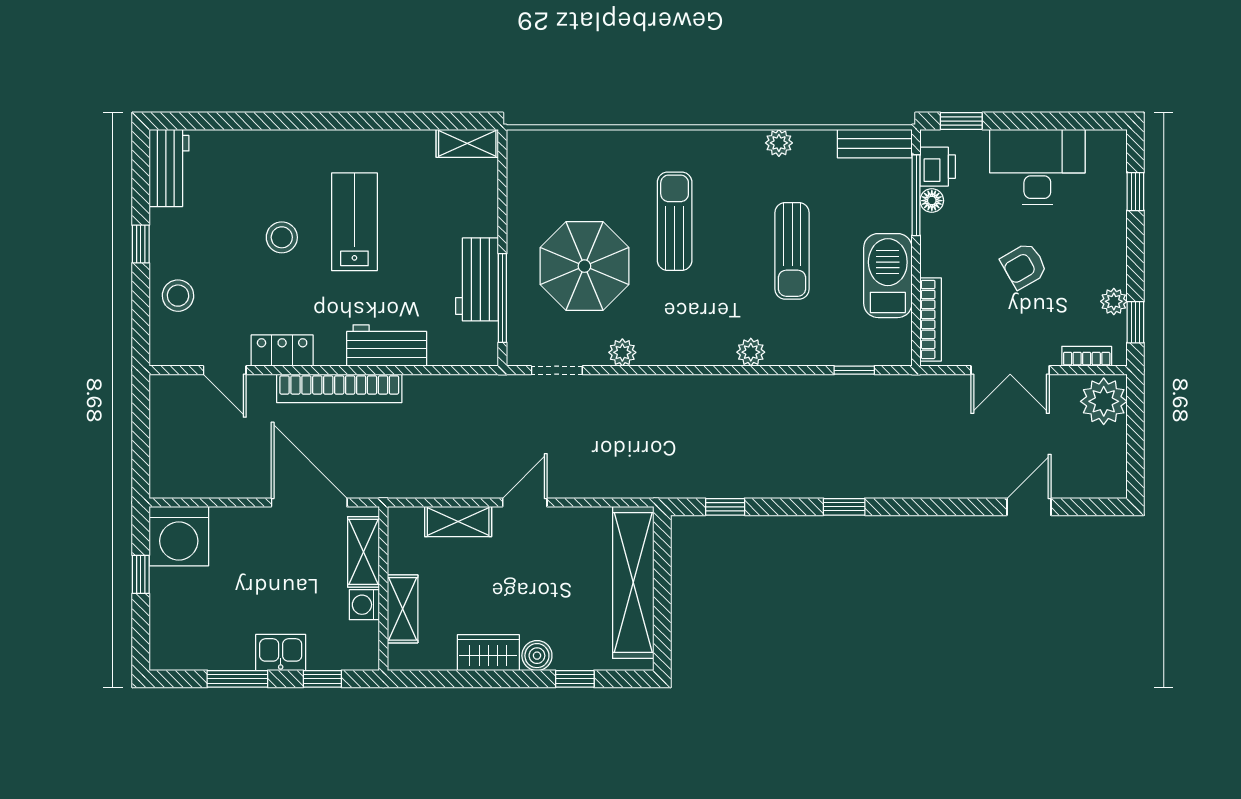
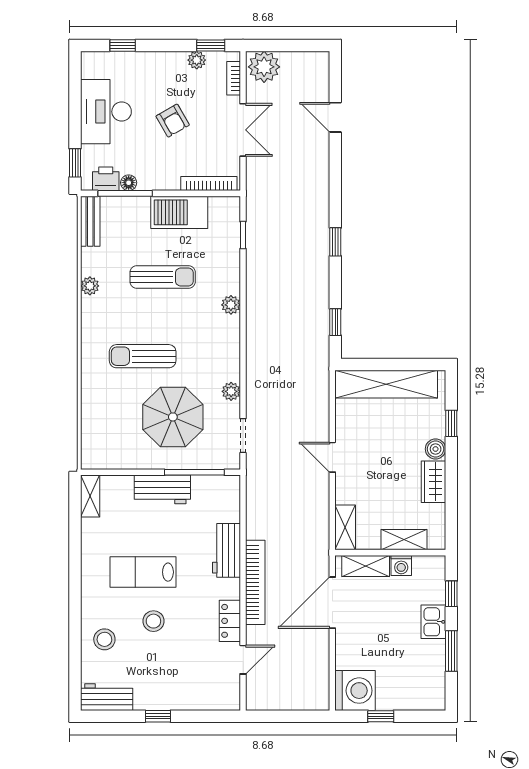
workbench: (477, 279) -> (162, 489), moved
stool: (178, 296) -> (104, 639), moved
shelving: (458, 522) -> (345, 527), moved

